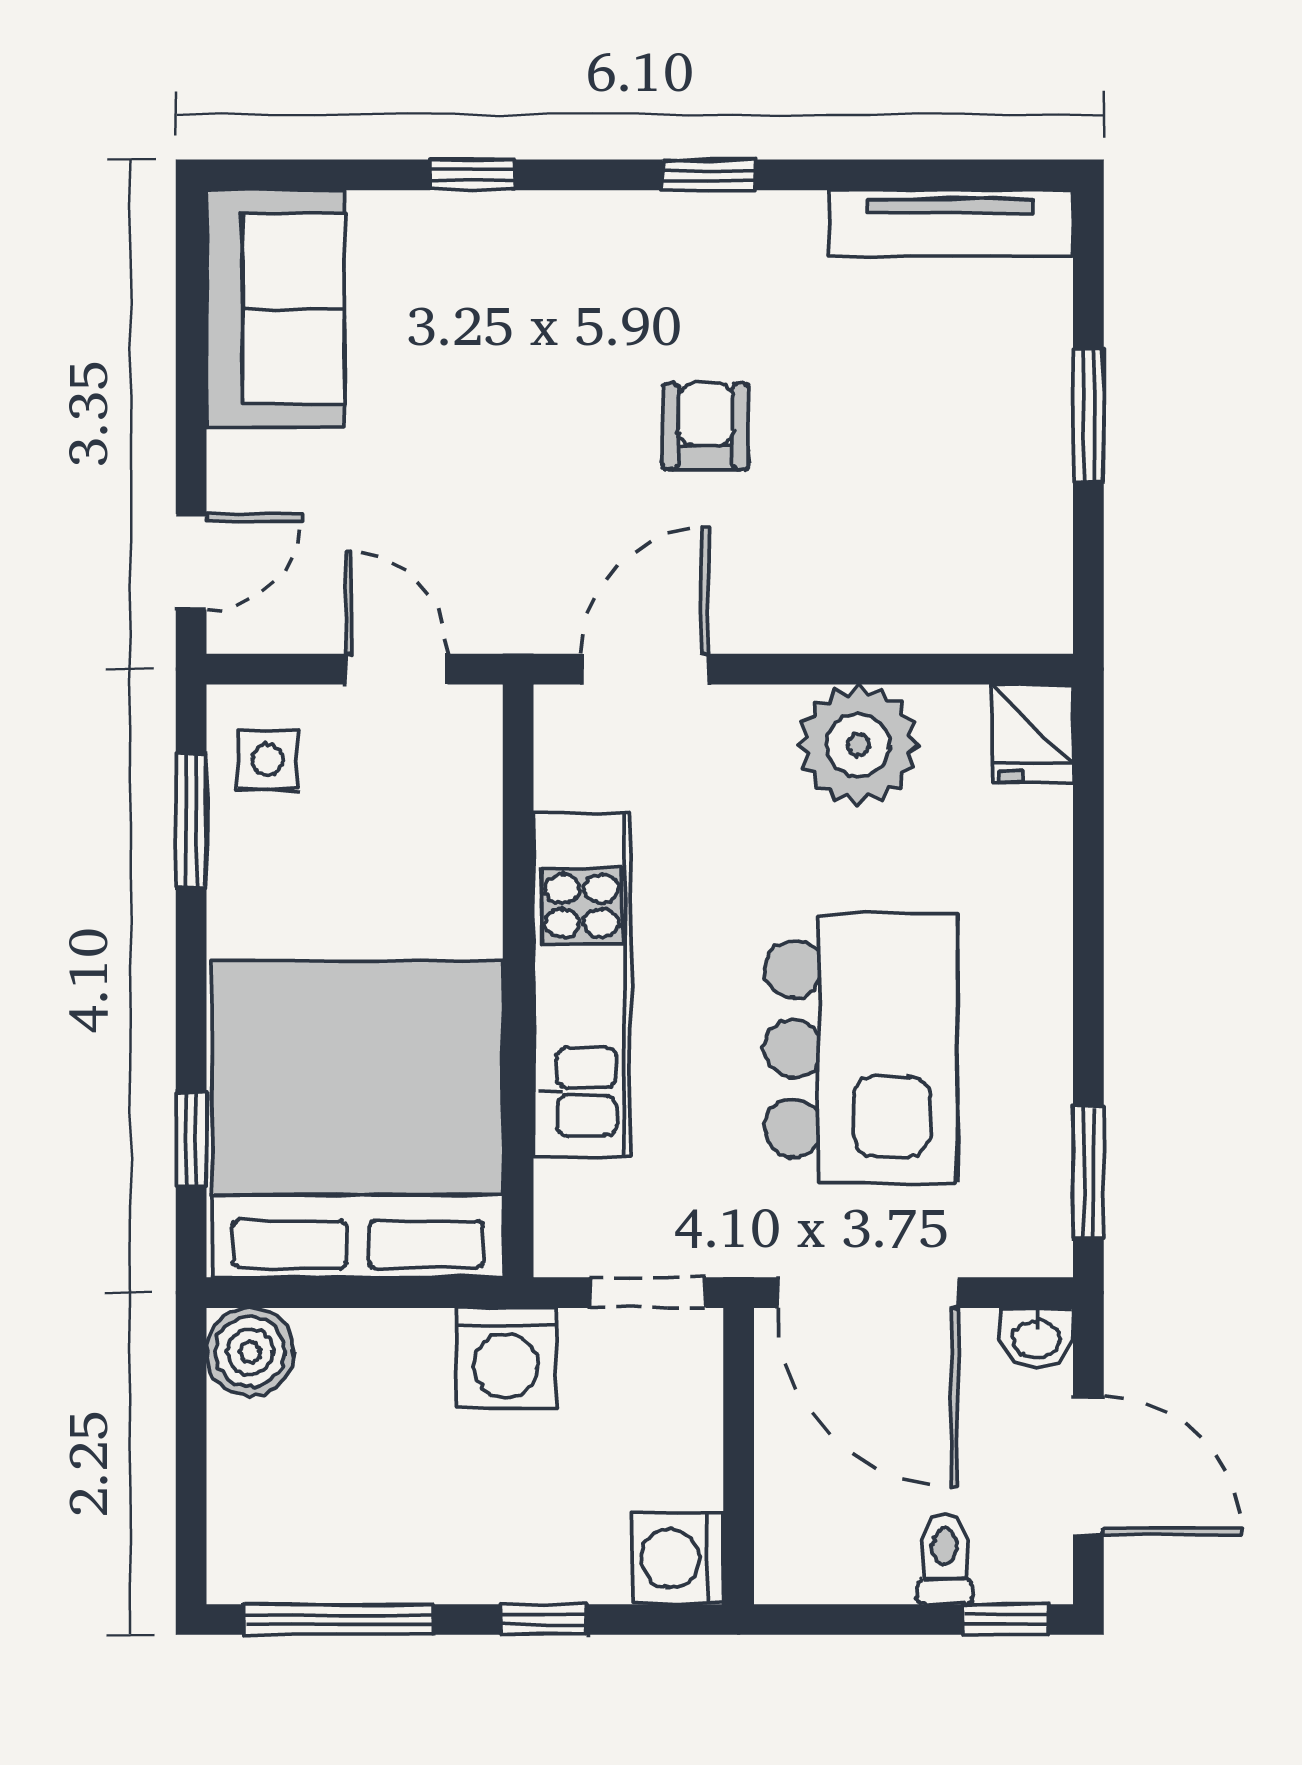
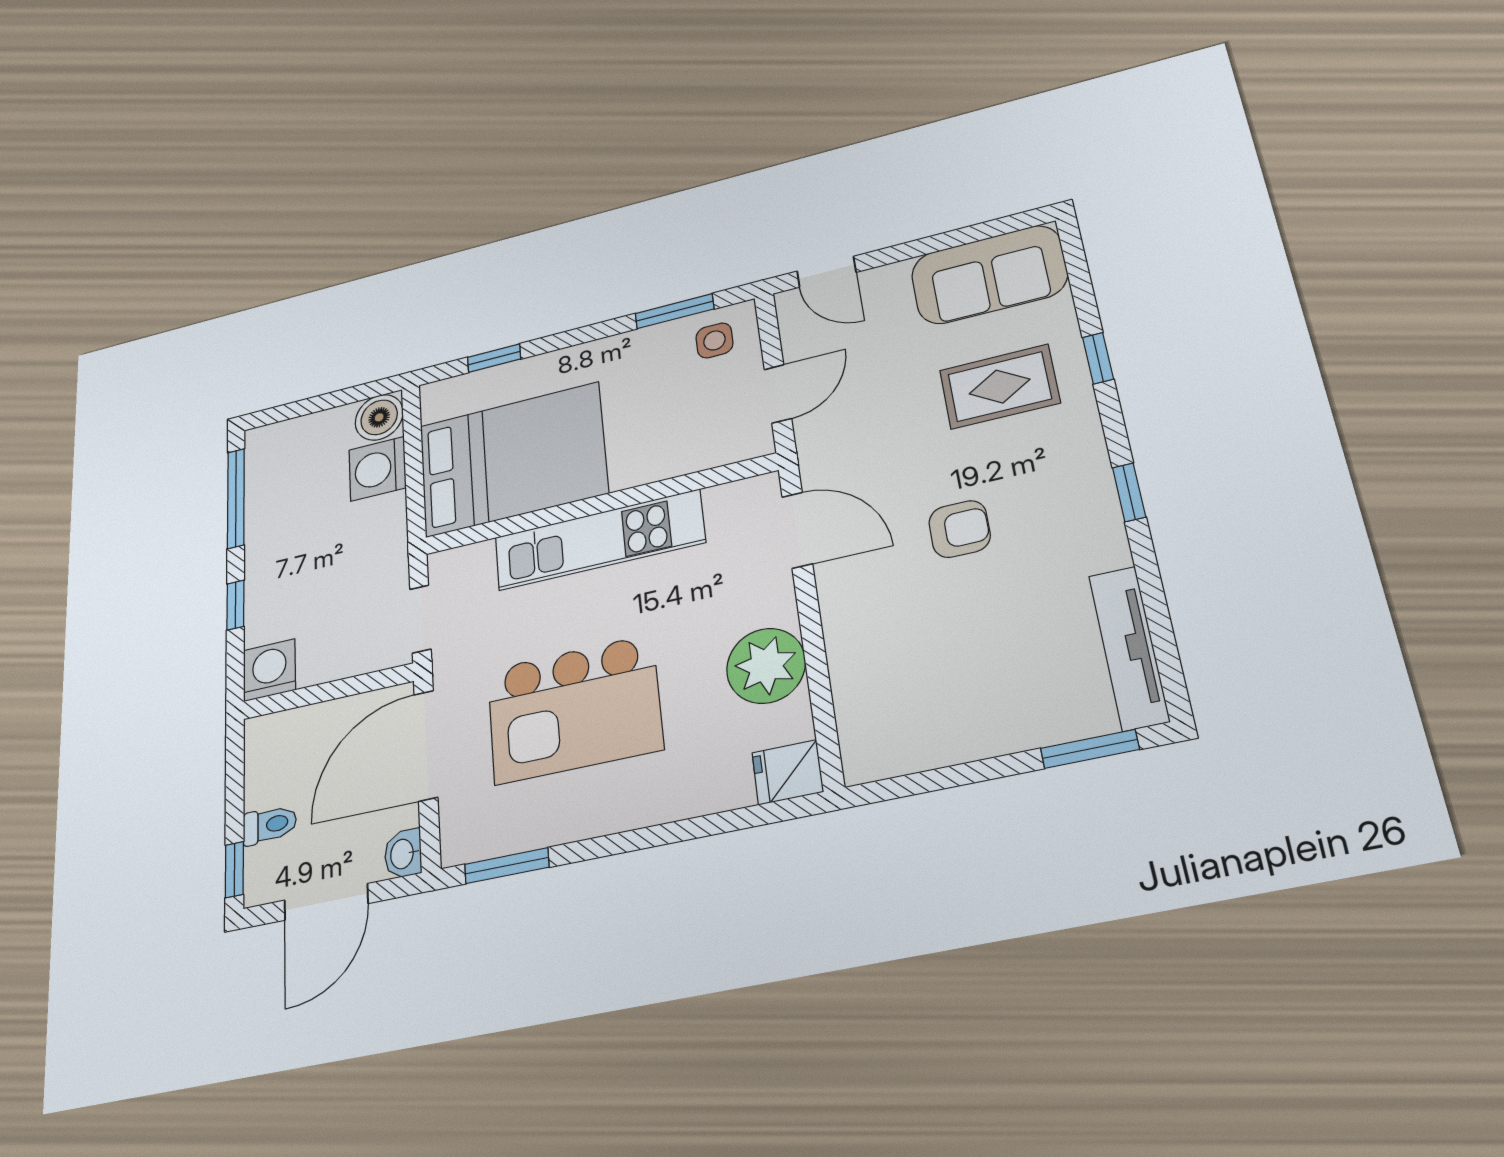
rug: (480, 327) -> (1000, 387), added
window: (1088, 416) -> (1090, 749), moved
bed: (358, 1119) -> (512, 459), width x0.73
washing machine: (506, 1358) -> (377, 469), moved

